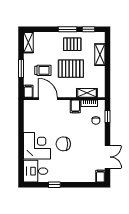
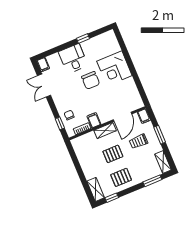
window: (67, 29) -> (152, 181), moved
shelving: (100, 55) -> (96, 189), moved
pallet: (71, 69) -> (113, 154), width x0.67, depth x0.71
shelving: (87, 93) -> (105, 131), moved
door: (48, 99) -> (123, 117), hinge flipped
chair: (63, 144) -> (91, 80), turned 90
desk: (36, 171) -> (73, 59), moved, turned -90

